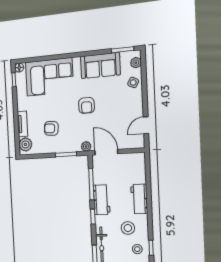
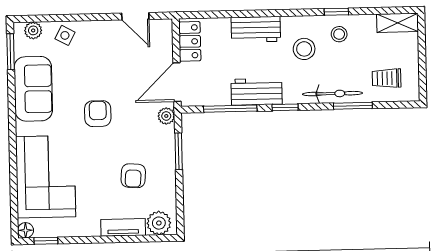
armchair: (87, 105) -> (98, 114), turned -90
locker: (131, 159) -> (190, 41), added

